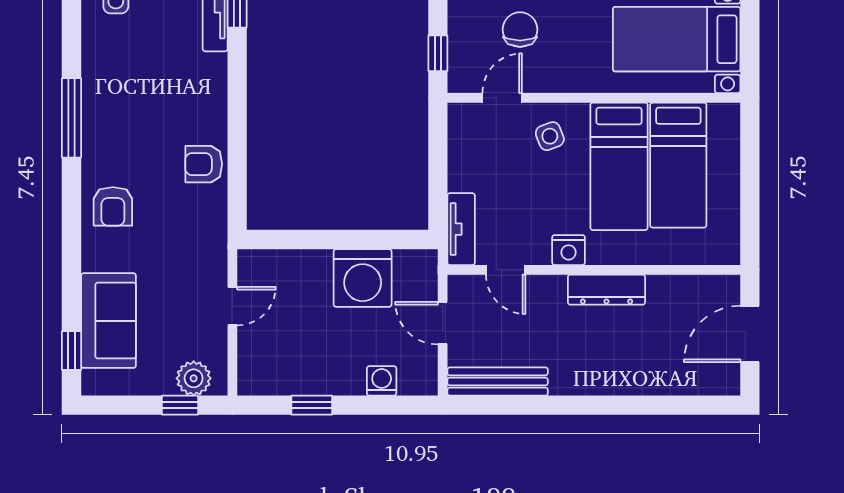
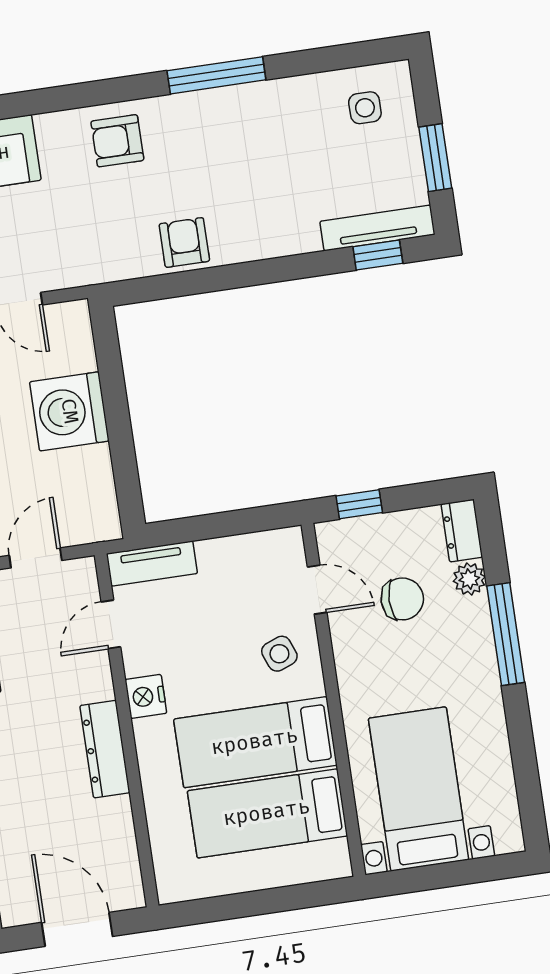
washing machine: (363, 278) -> (69, 411), moved

